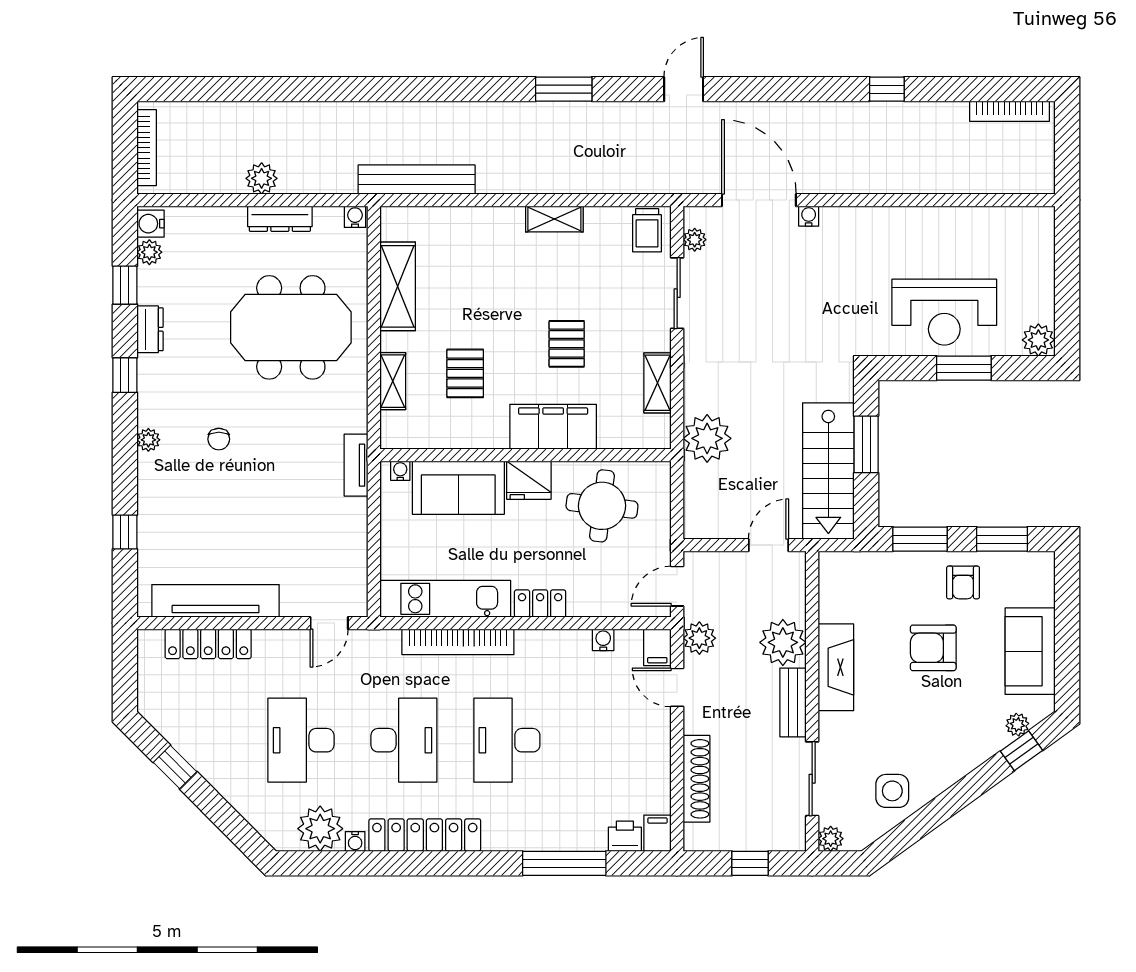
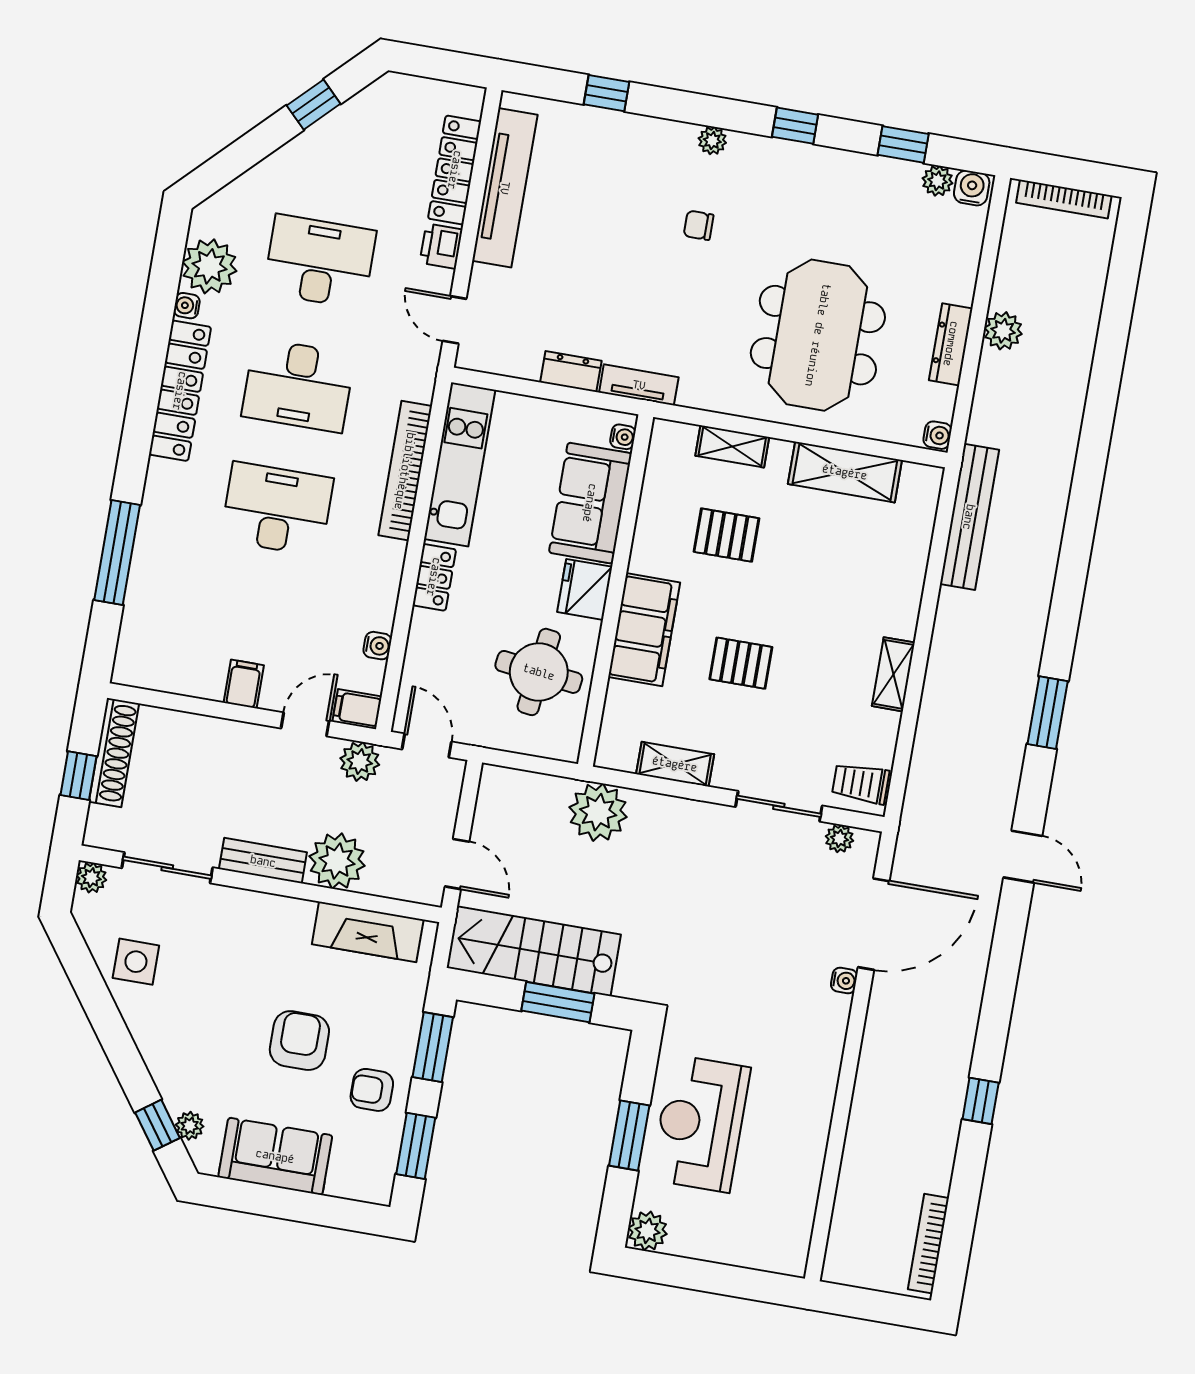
dresser: (150, 329) -> (571, 372), moved, turned 180
fireplace: (836, 667) -> (368, 932), moved
shoe rack: (696, 779) -> (114, 753), moved, turned -90
filing cabinet: (657, 833) -> (244, 684), moved, turned -90
printer: (625, 836) -> (441, 246), moved, turned 180

